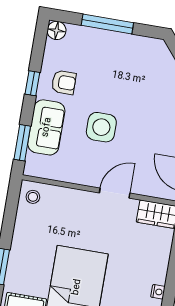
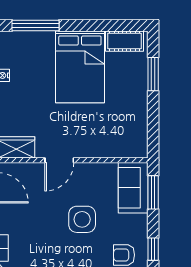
sofa: (46, 127) -> (133, 188), moved
stool: (33, 197) -> (135, 144), removed

